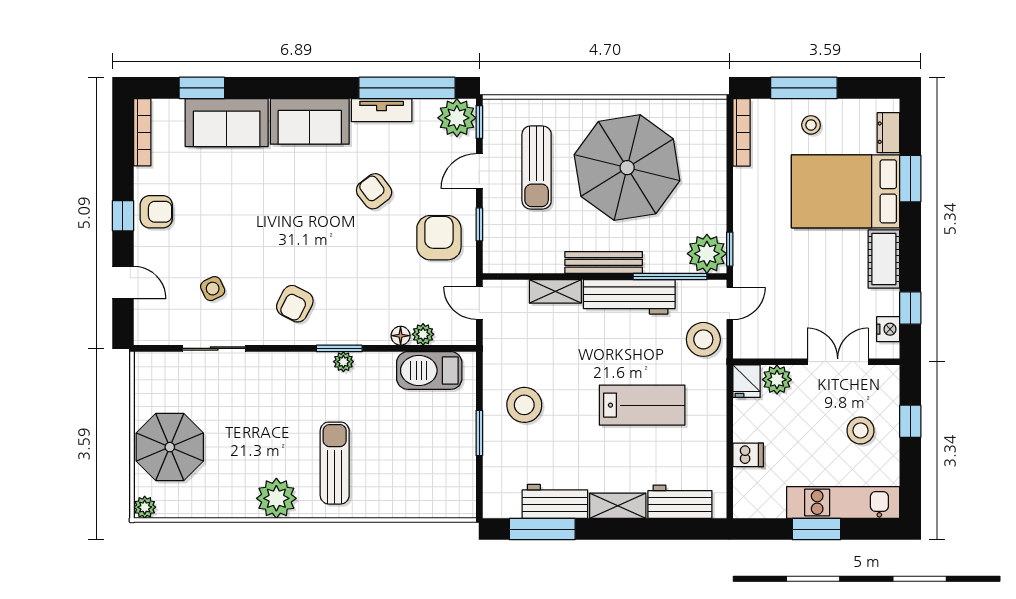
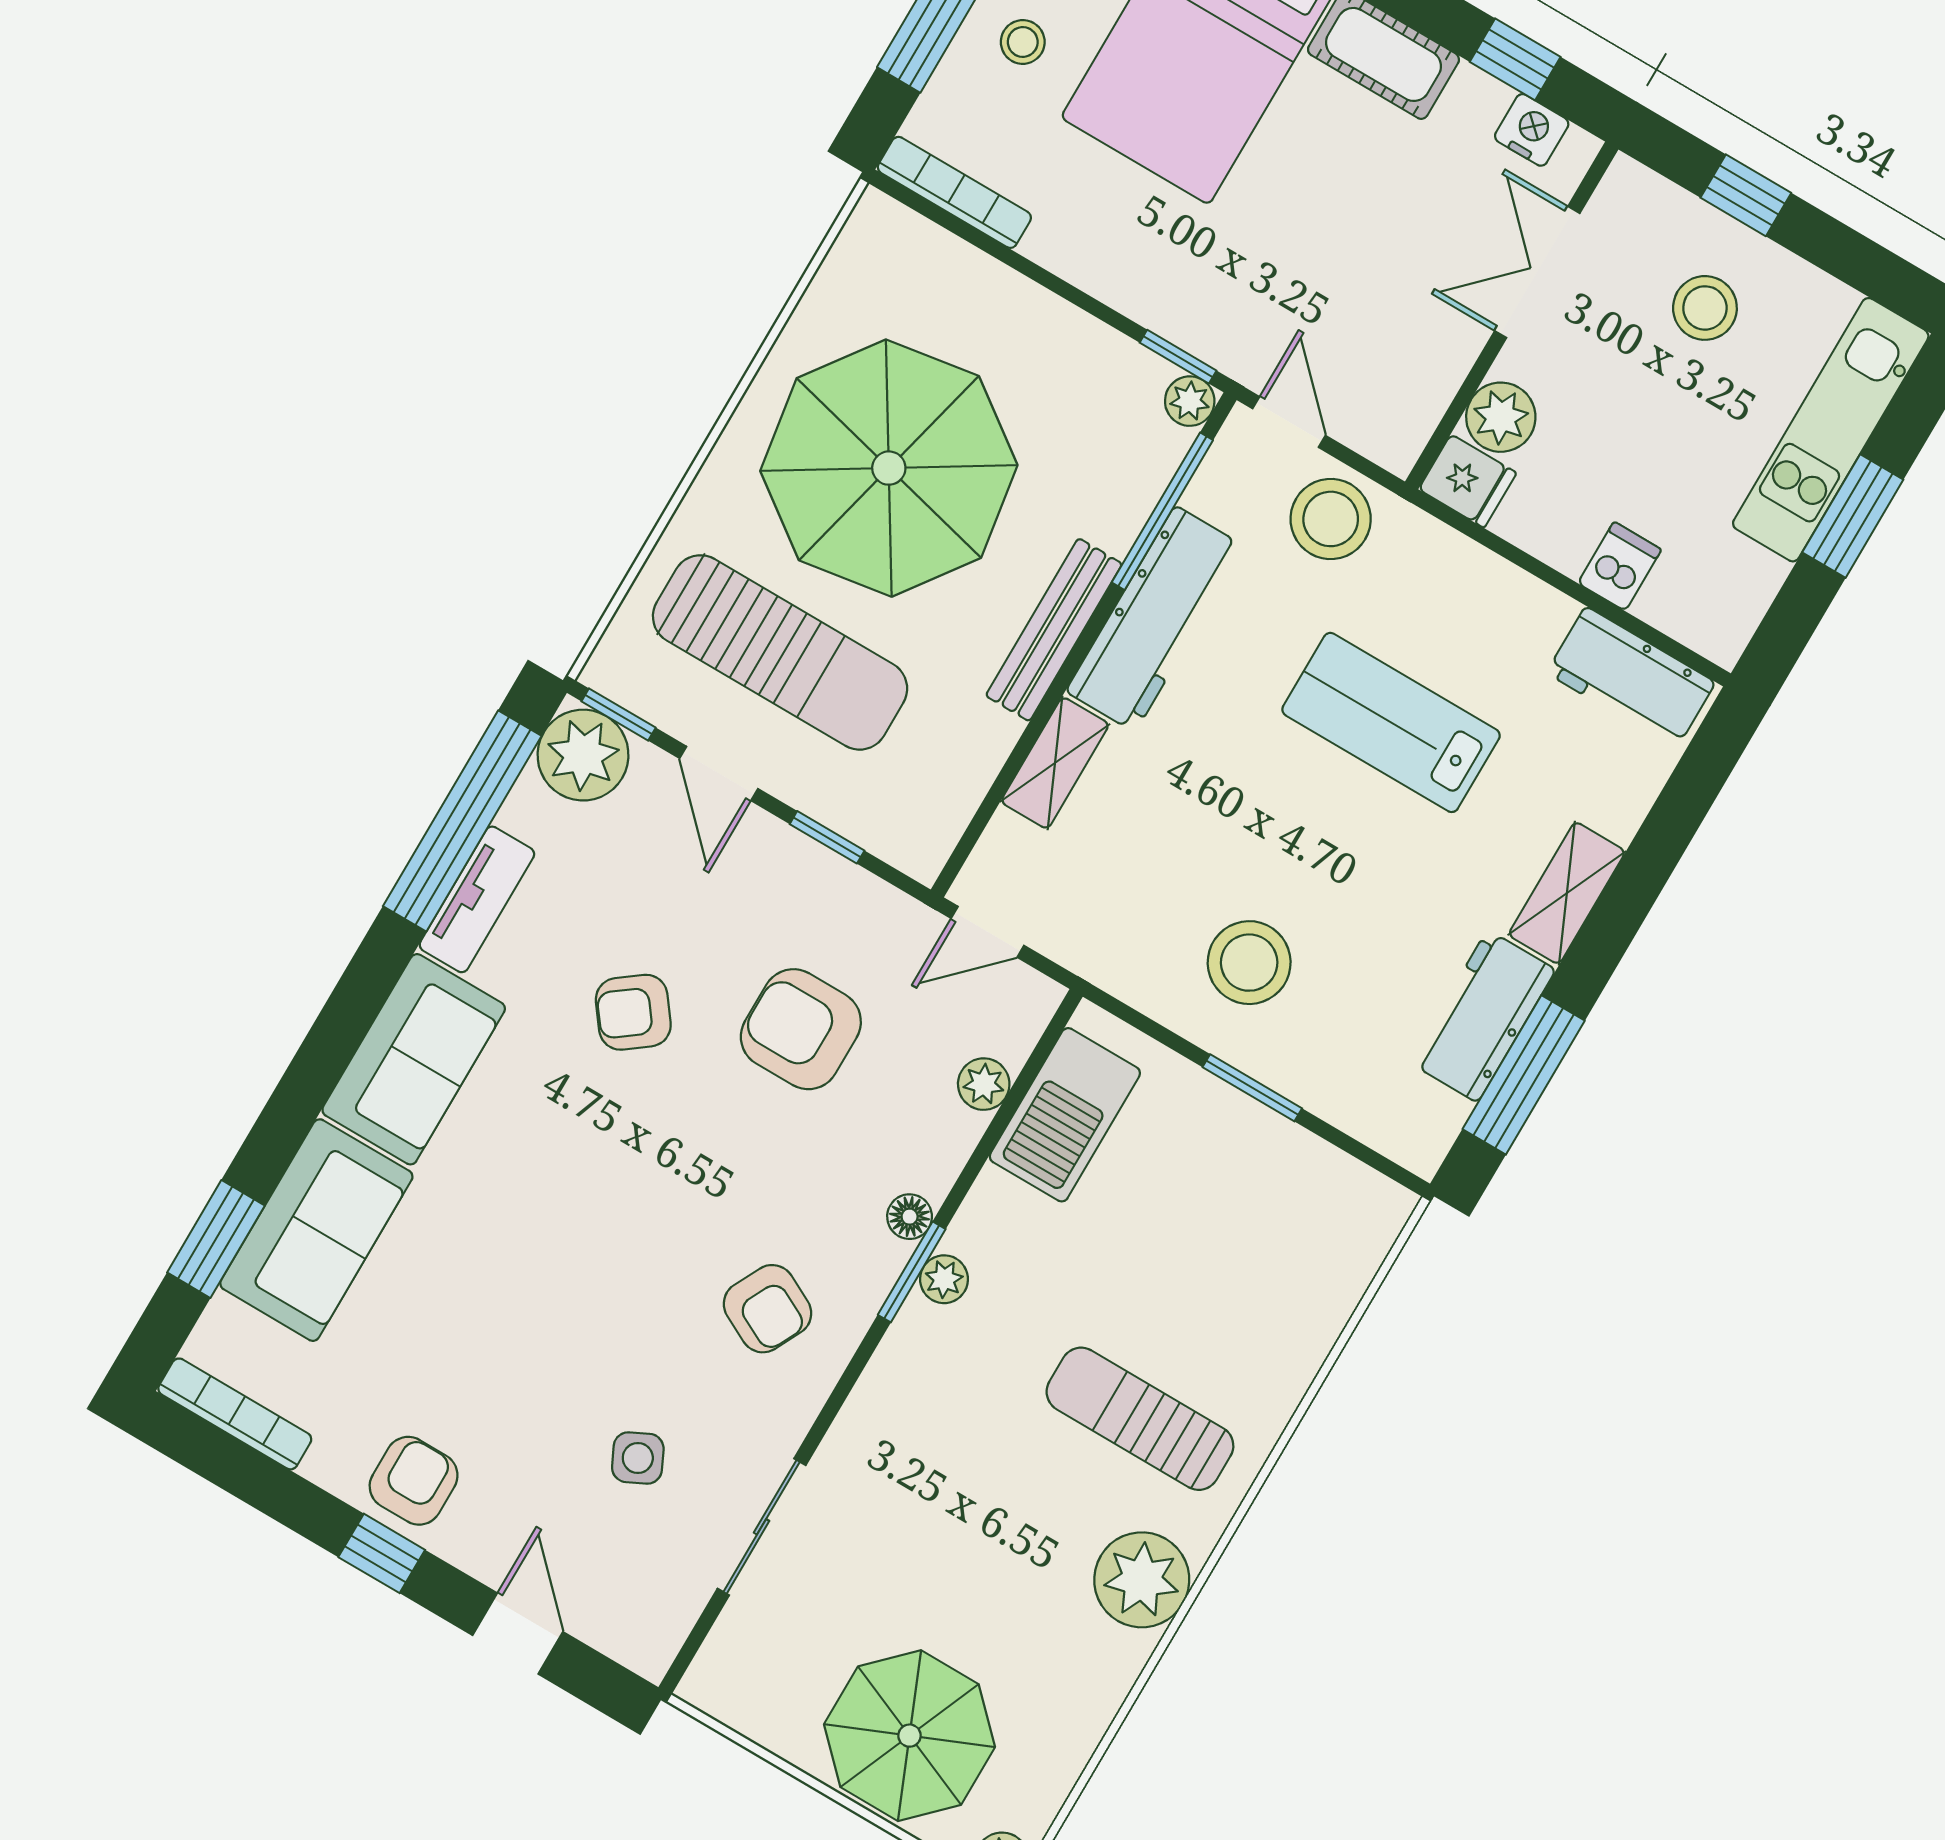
sun lounger: (537, 168) -> (780, 652), width x1.36, depth x1.34
armchair: (439, 238) -> (801, 1029), moved
plant: (707, 254) -> (1190, 401), width x0.53, depth x0.53
door: (123, 282) -> (518, 1634), hinge flipped
floor lamp: (401, 336) -> (910, 1217), moved
lab bench: (642, 405) -> (1391, 722), turned -90
workbench: (680, 502) -> (1631, 678), moved, turned -90

